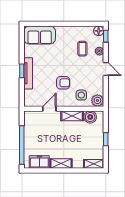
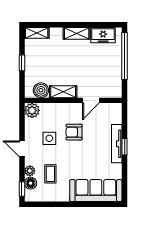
floor lamp: (99, 31) -> (31, 183), moved
sofa: (40, 35) -> (96, 191), width x1.36
side table: (81, 95) -> (49, 138), moved

